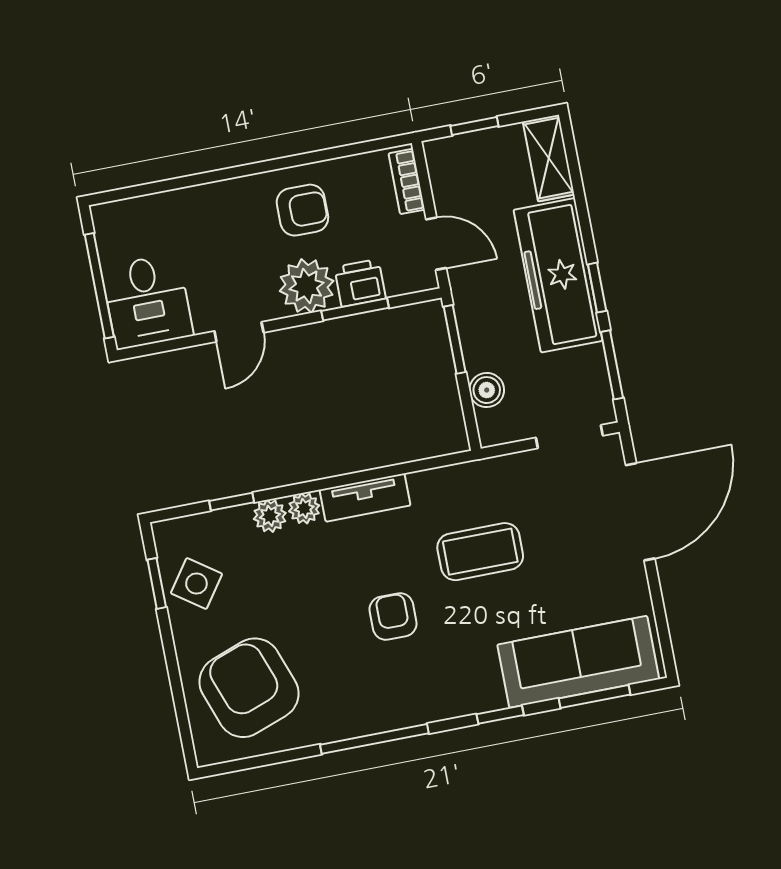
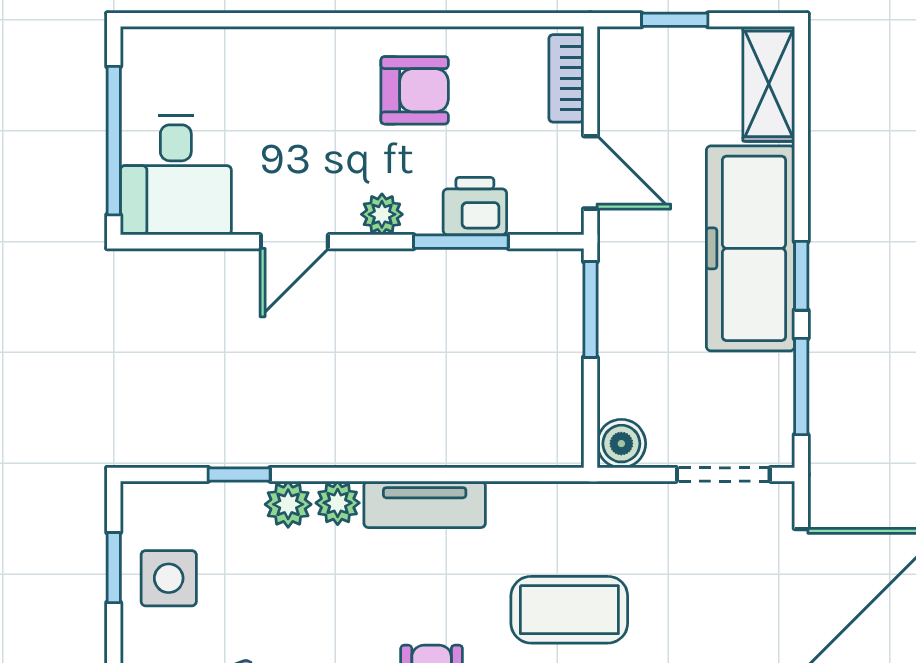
plant: (307, 286) -> (382, 214), width x0.53, depth x0.53
boiler: (487, 390) -> (621, 444), moved
side table: (196, 584) -> (169, 578), turned -35

